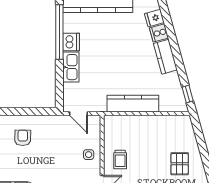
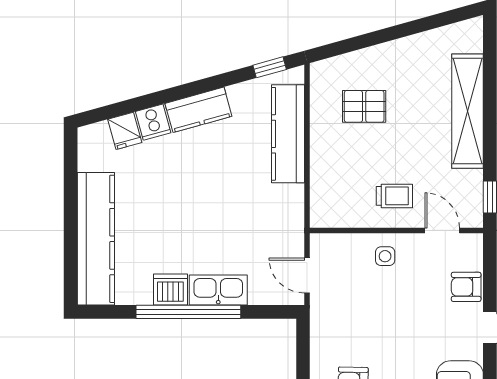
window: (59, 32) -> (188, 312), moved
kitchen counter: (133, 104) -> (288, 134), moved
door: (78, 114) -> (307, 275), swing flipped
pallet: (180, 164) -> (364, 106), moved

